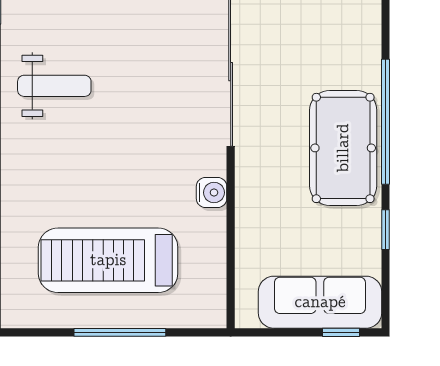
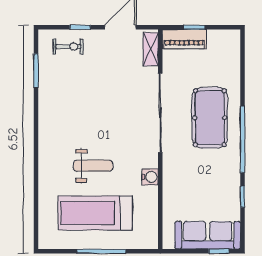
weight bench: (54, 86) -> (93, 166), moved
pool table: (343, 148) -> (210, 118), moved

